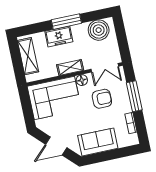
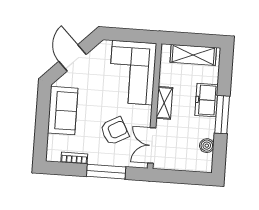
boiler: (99, 30) -> (207, 146), width x0.54, depth x0.54
floor lamp: (82, 80) -> (145, 113), removed
armchair: (102, 99) -> (114, 131), turned -118

